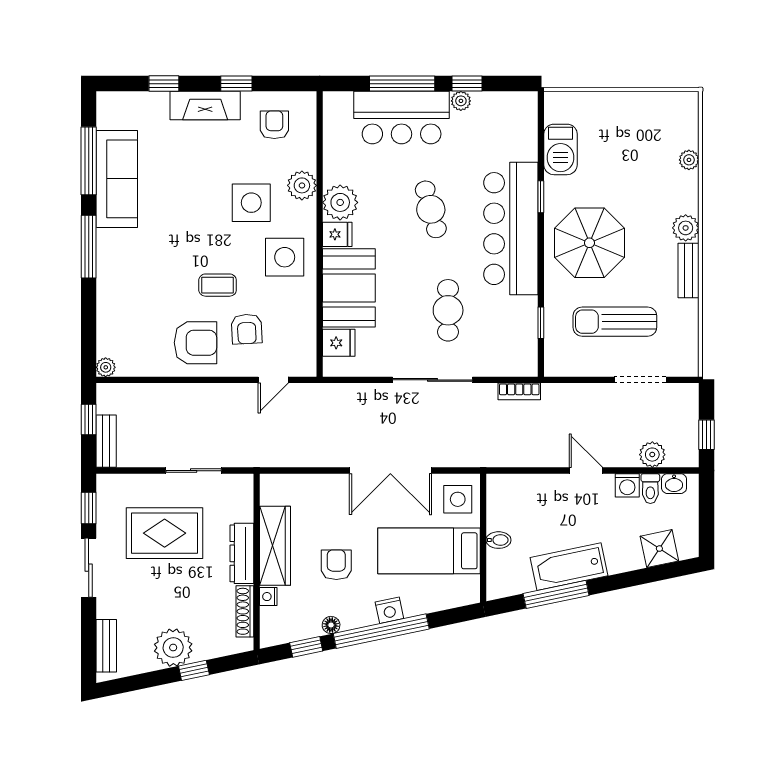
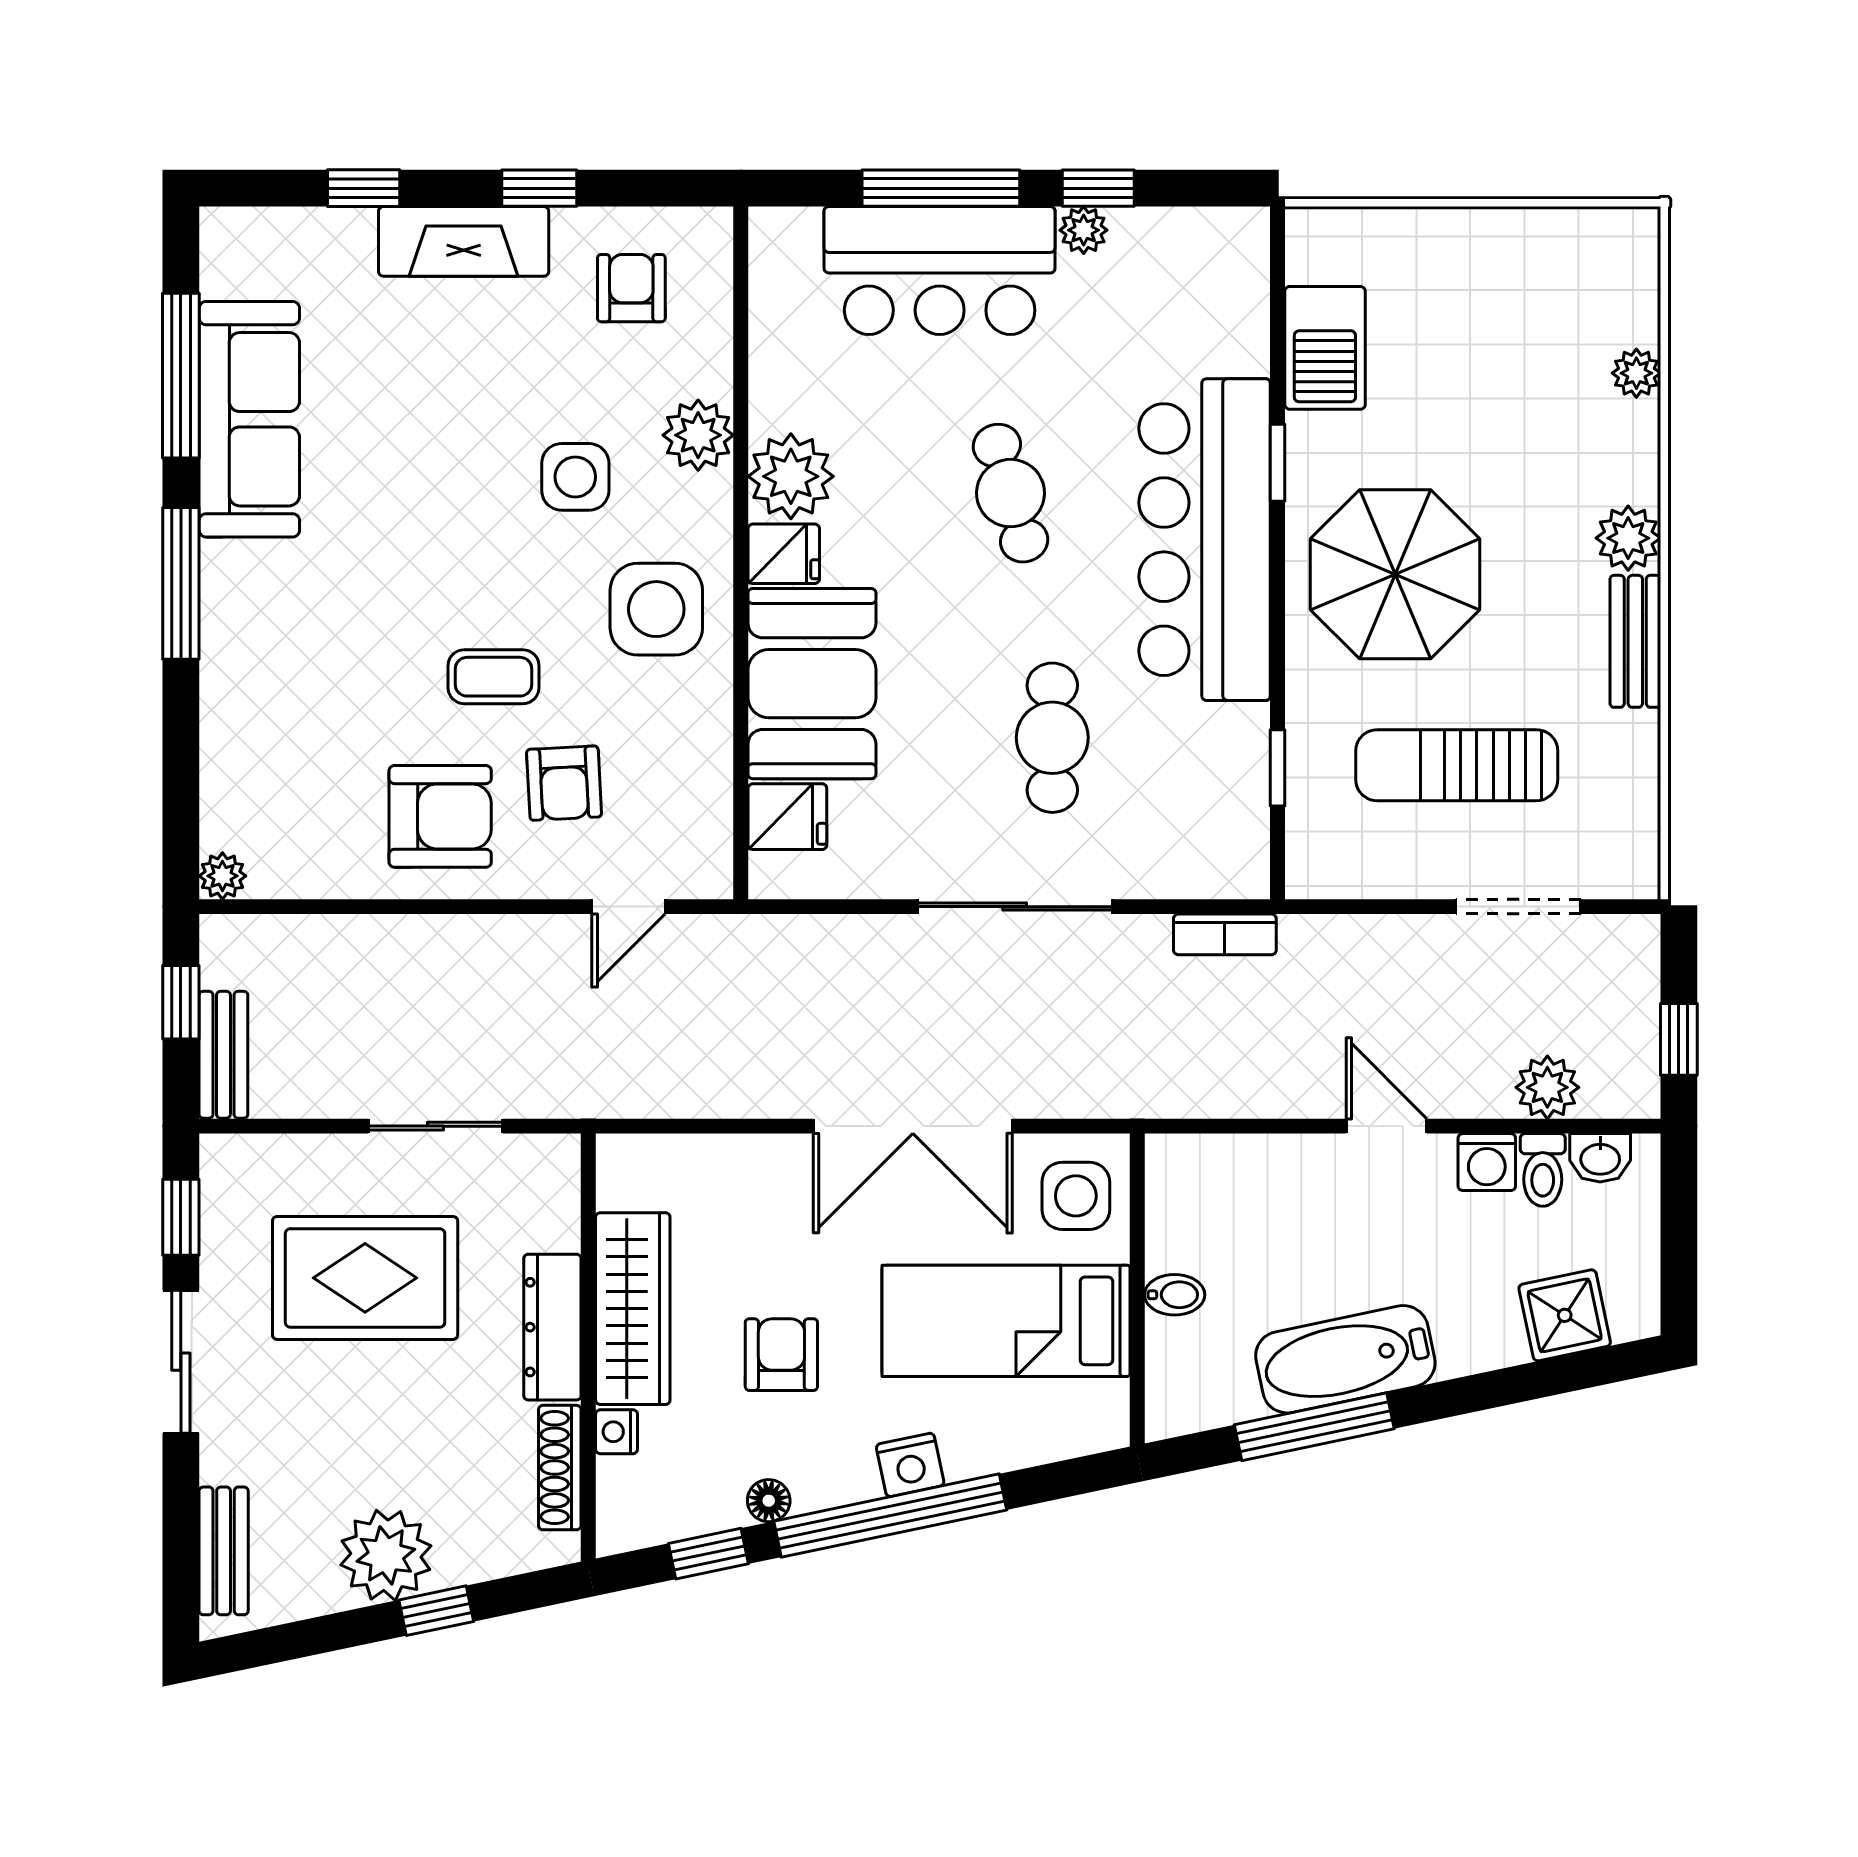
side table: (251, 203) -> (575, 477), width x0.73, depth x0.73

